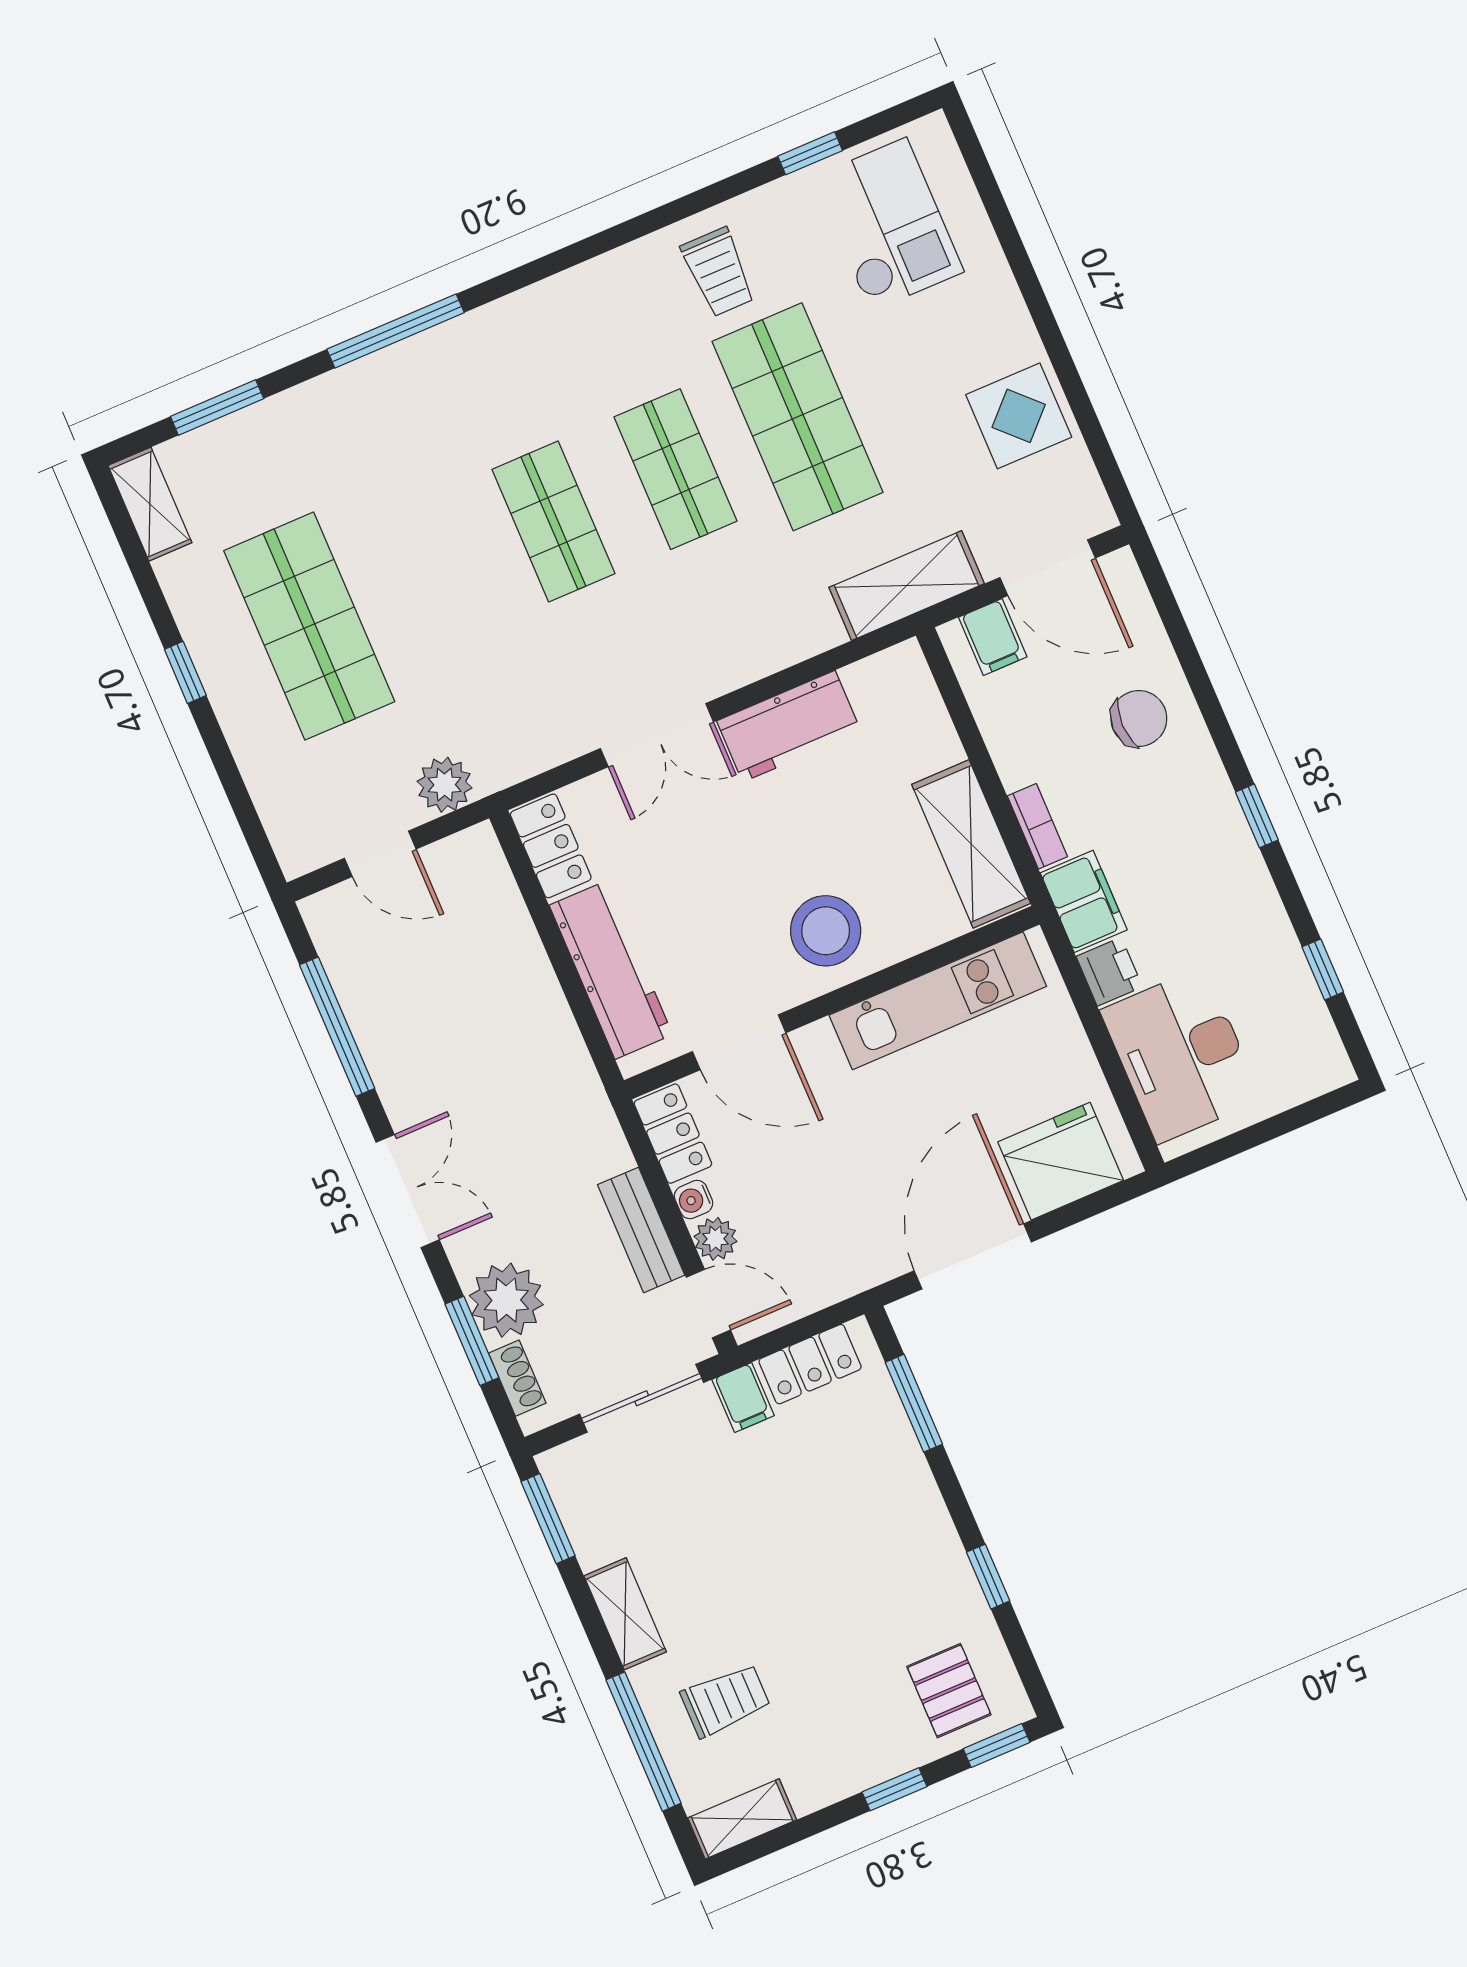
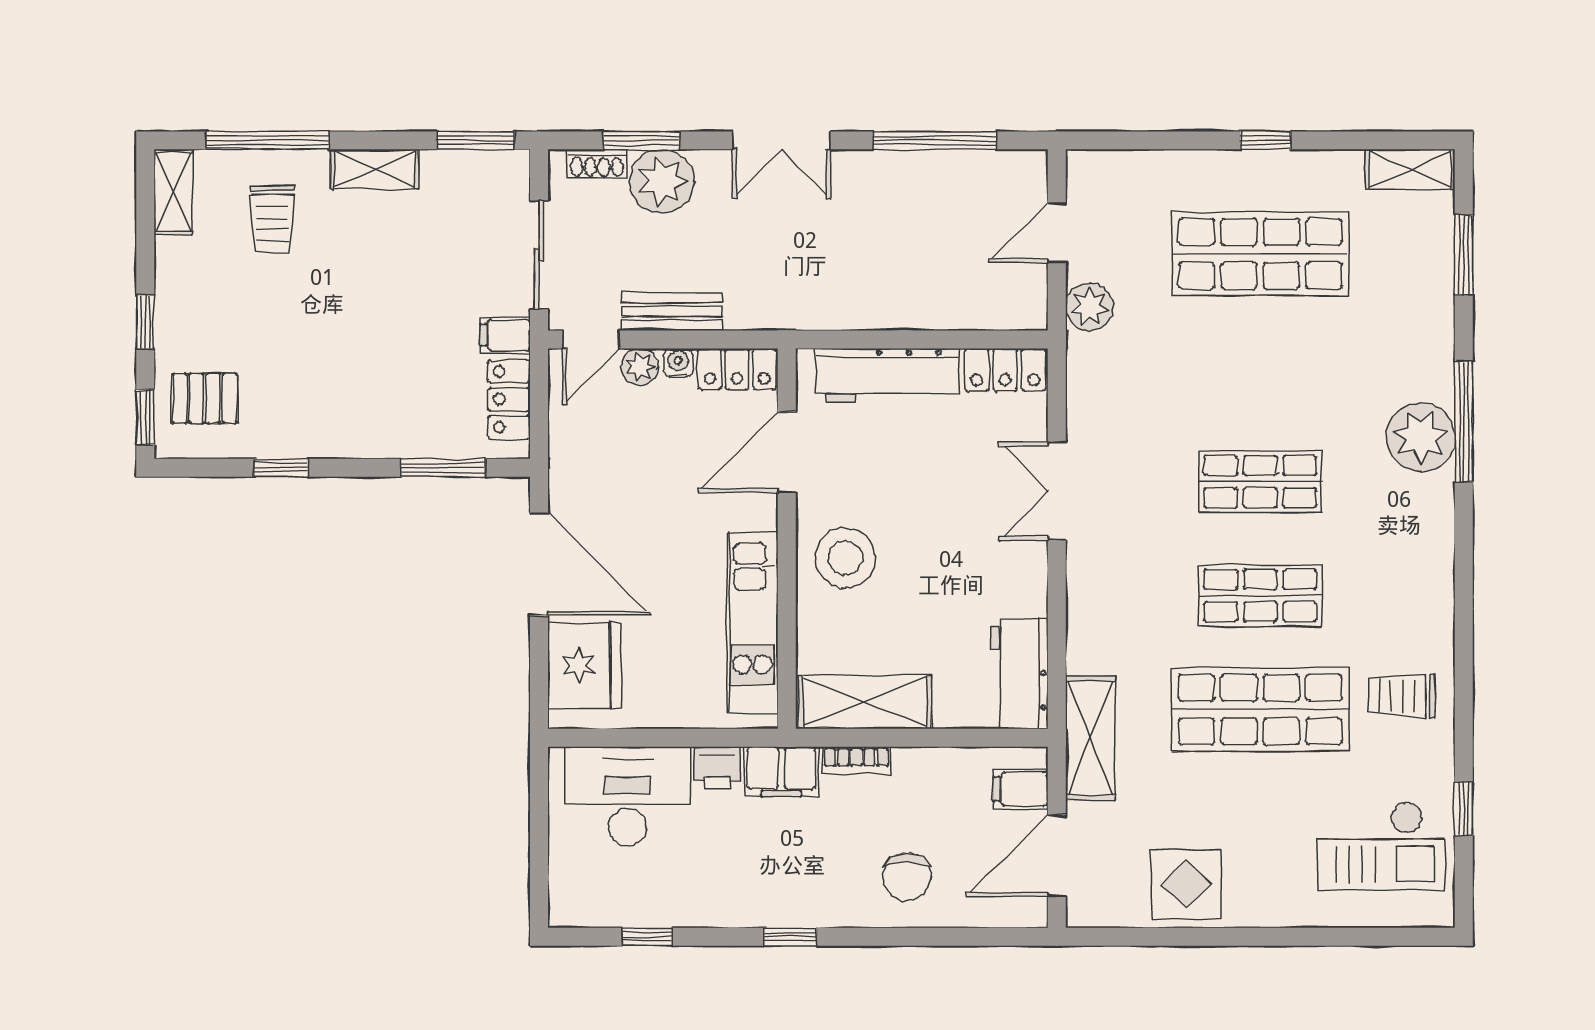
plant: (432, 370) -> (1421, 437), added
workbench: (789, 726) -> (1019, 673), moved

